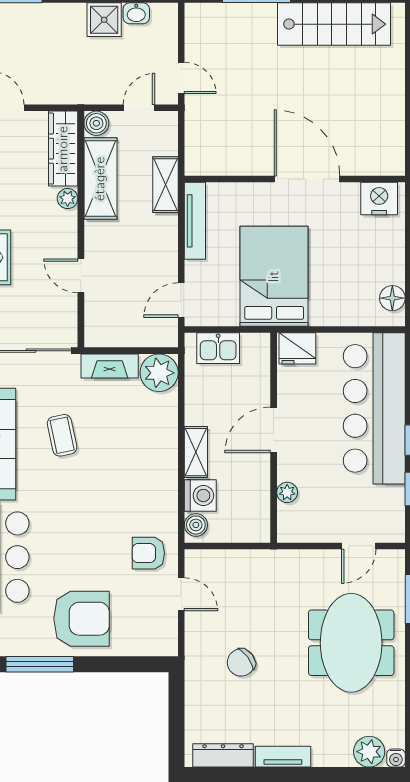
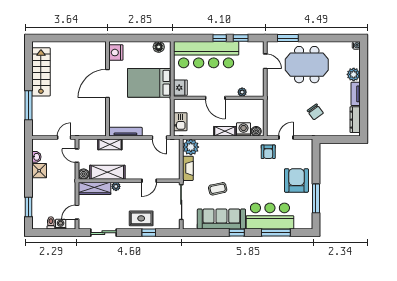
bed: (274, 276) -> (149, 83), moved
plant: (369, 752) -> (354, 74), moved

